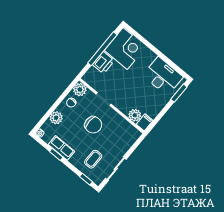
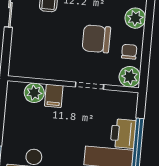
filing cabinet: (145, 122) -> (54, 96), moved
chair: (93, 125) -> (96, 39), moved

